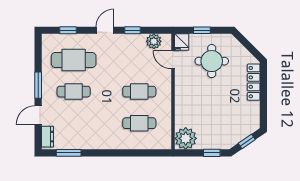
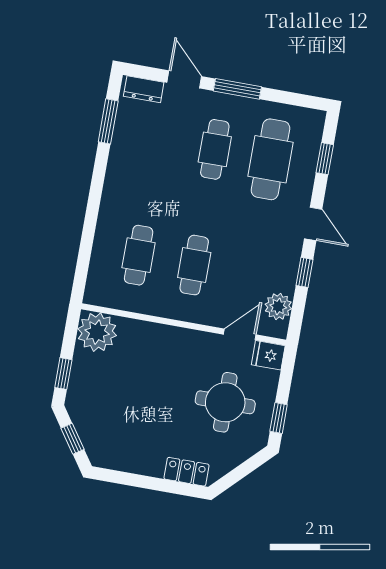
window: (202, 30) -> (279, 418), moved
locker: (254, 82) -> (187, 472), width x0.66

